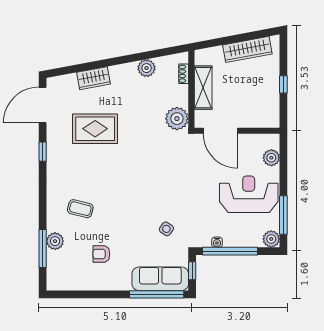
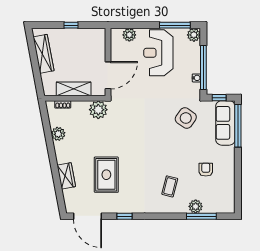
side table: (166, 229) -> (186, 118), width x1.87, depth x1.87
armchair: (101, 254) -> (206, 170), turned 180

